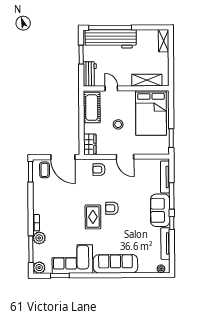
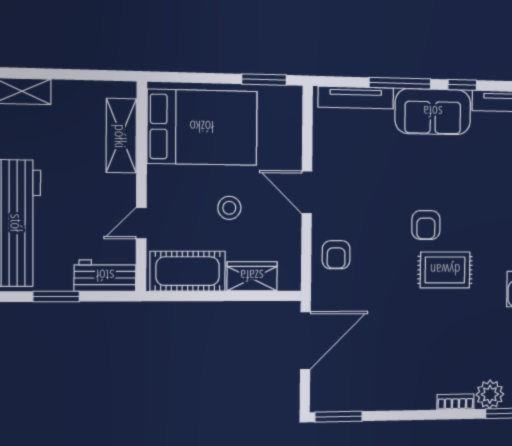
wardrobe: (90, 144) -> (252, 276), moved
door: (125, 157) -> (307, 192), swing flipped
coffee table: (45, 170) -> (335, 384), removed

